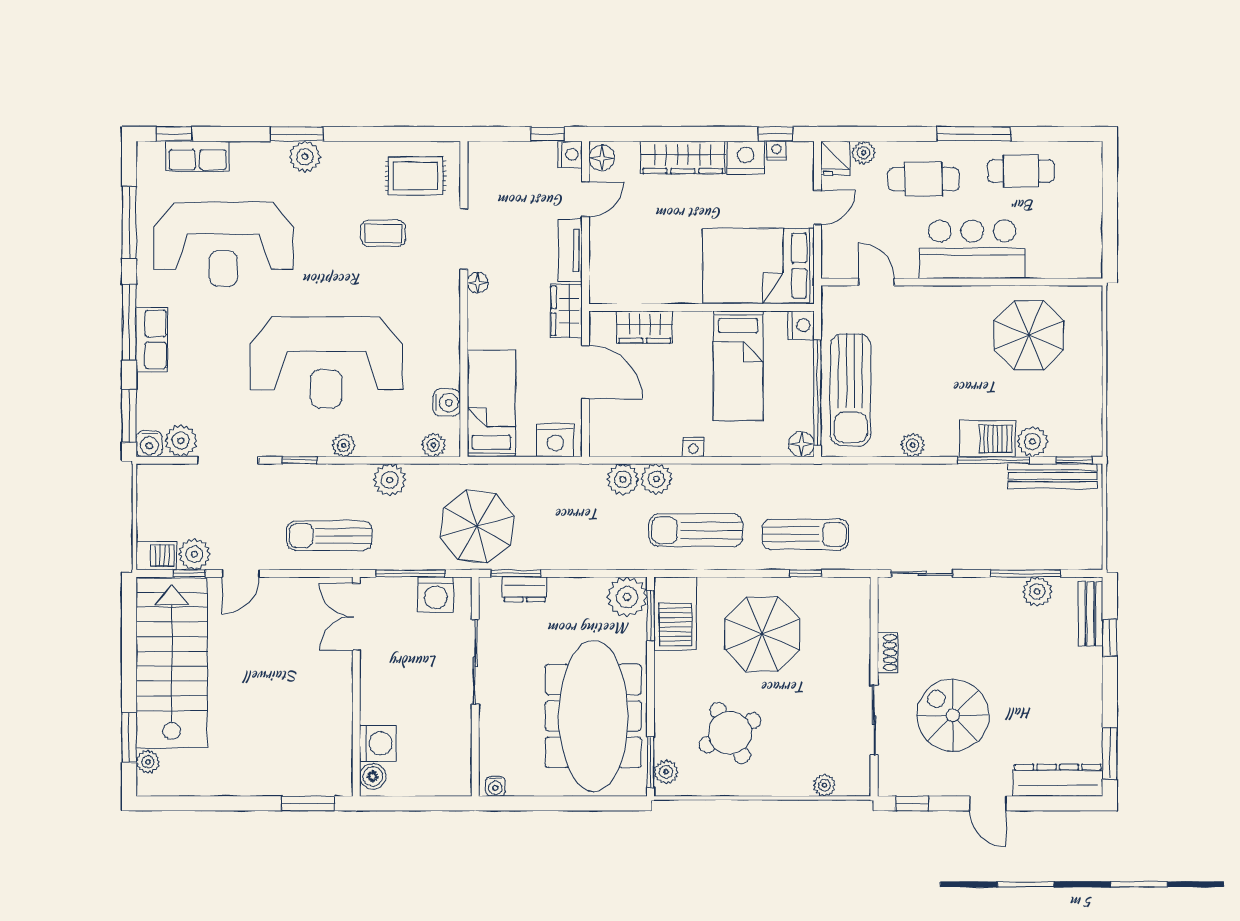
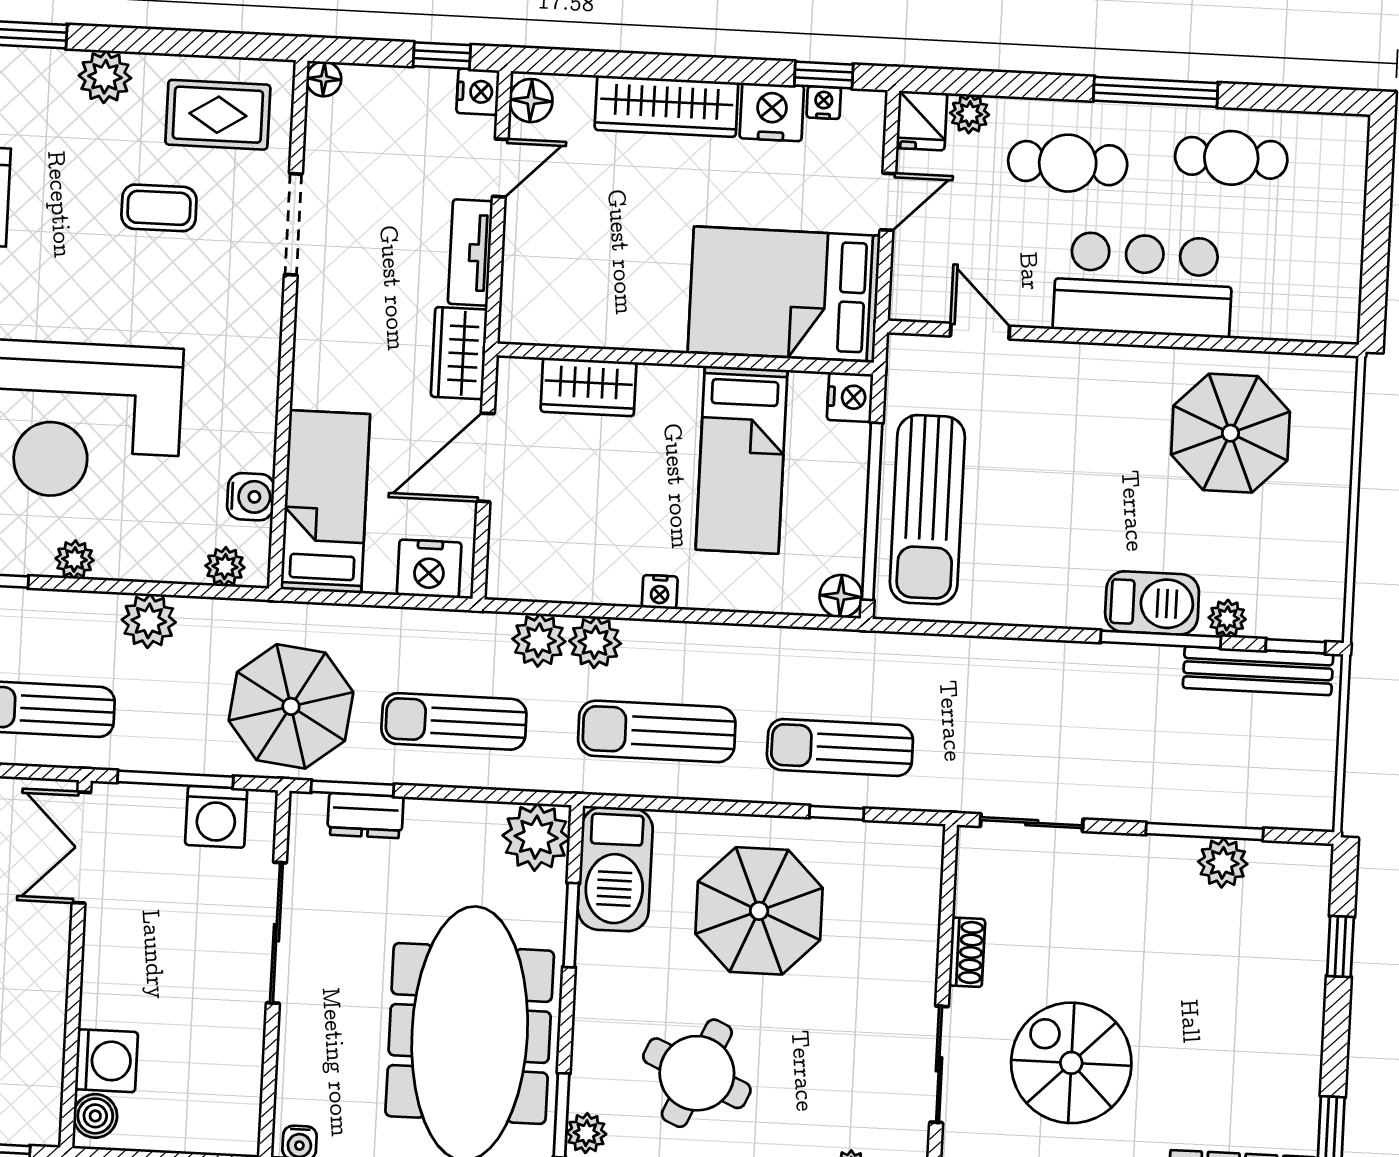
plant: (305, 157) -> (105, 77), moved
floor lamp: (478, 283) -> (324, 79), moved
door: (586, 372) -> (486, 457), swing flipped
plant: (1032, 441) -> (1227, 618), width x0.73, depth x0.73
plant: (913, 445) -> (1027, 607), removed
sun lounger: (575, 530) -> (454, 721), added
sun lounger: (805, 534) -> (840, 748), turned 180
bench: (1090, 614) -> (1310, 905), removed
window: (651, 616) -> (571, 925), moved
round table: (730, 733) -> (697, 1073), turned -38

